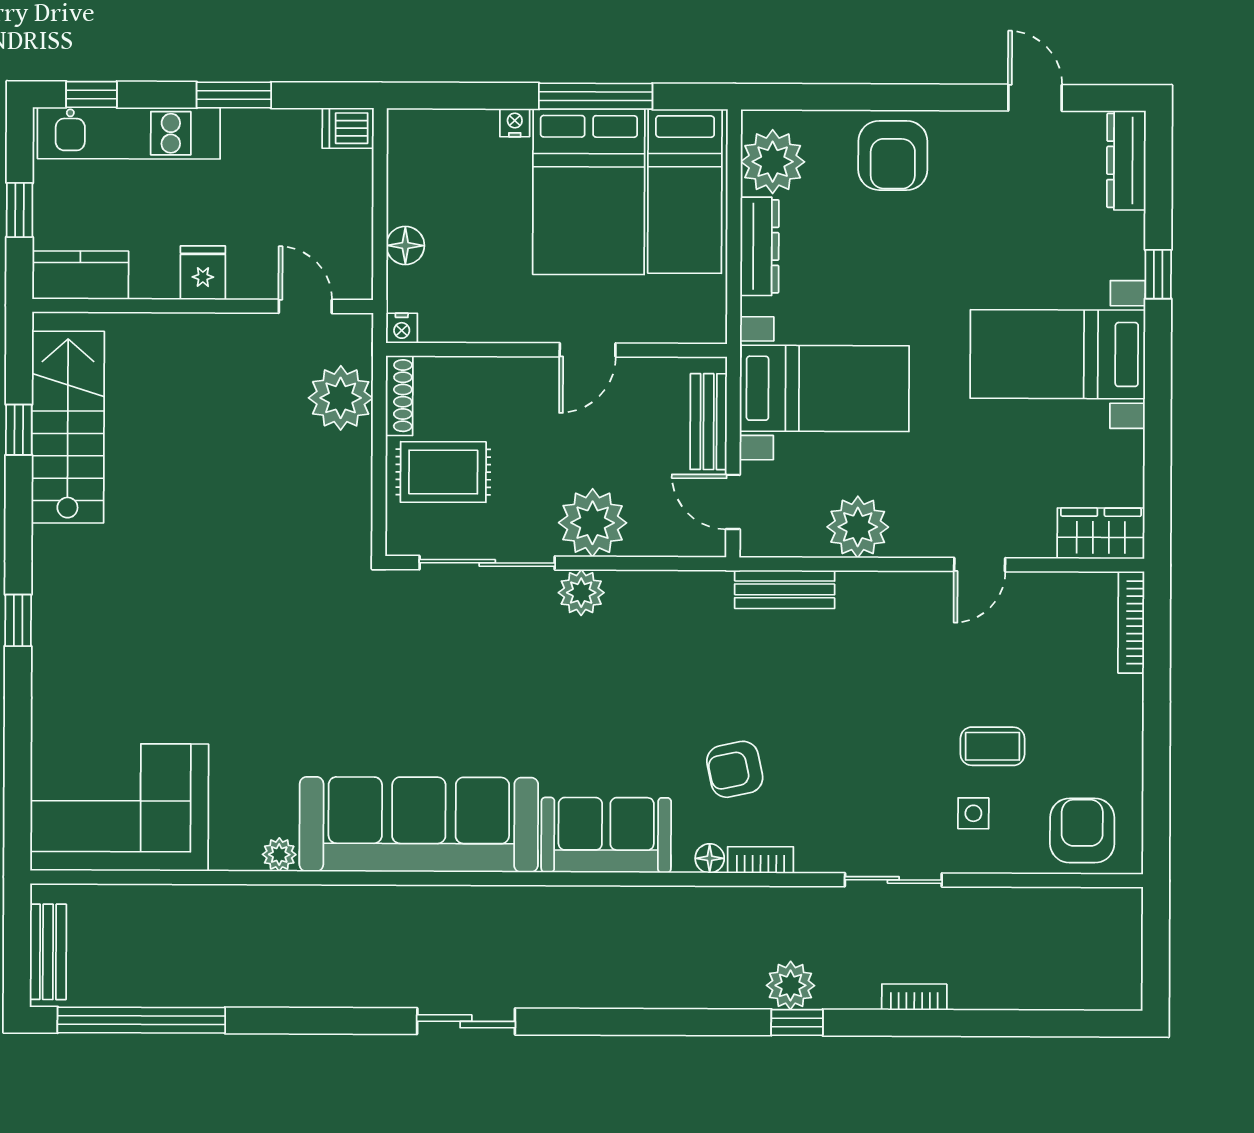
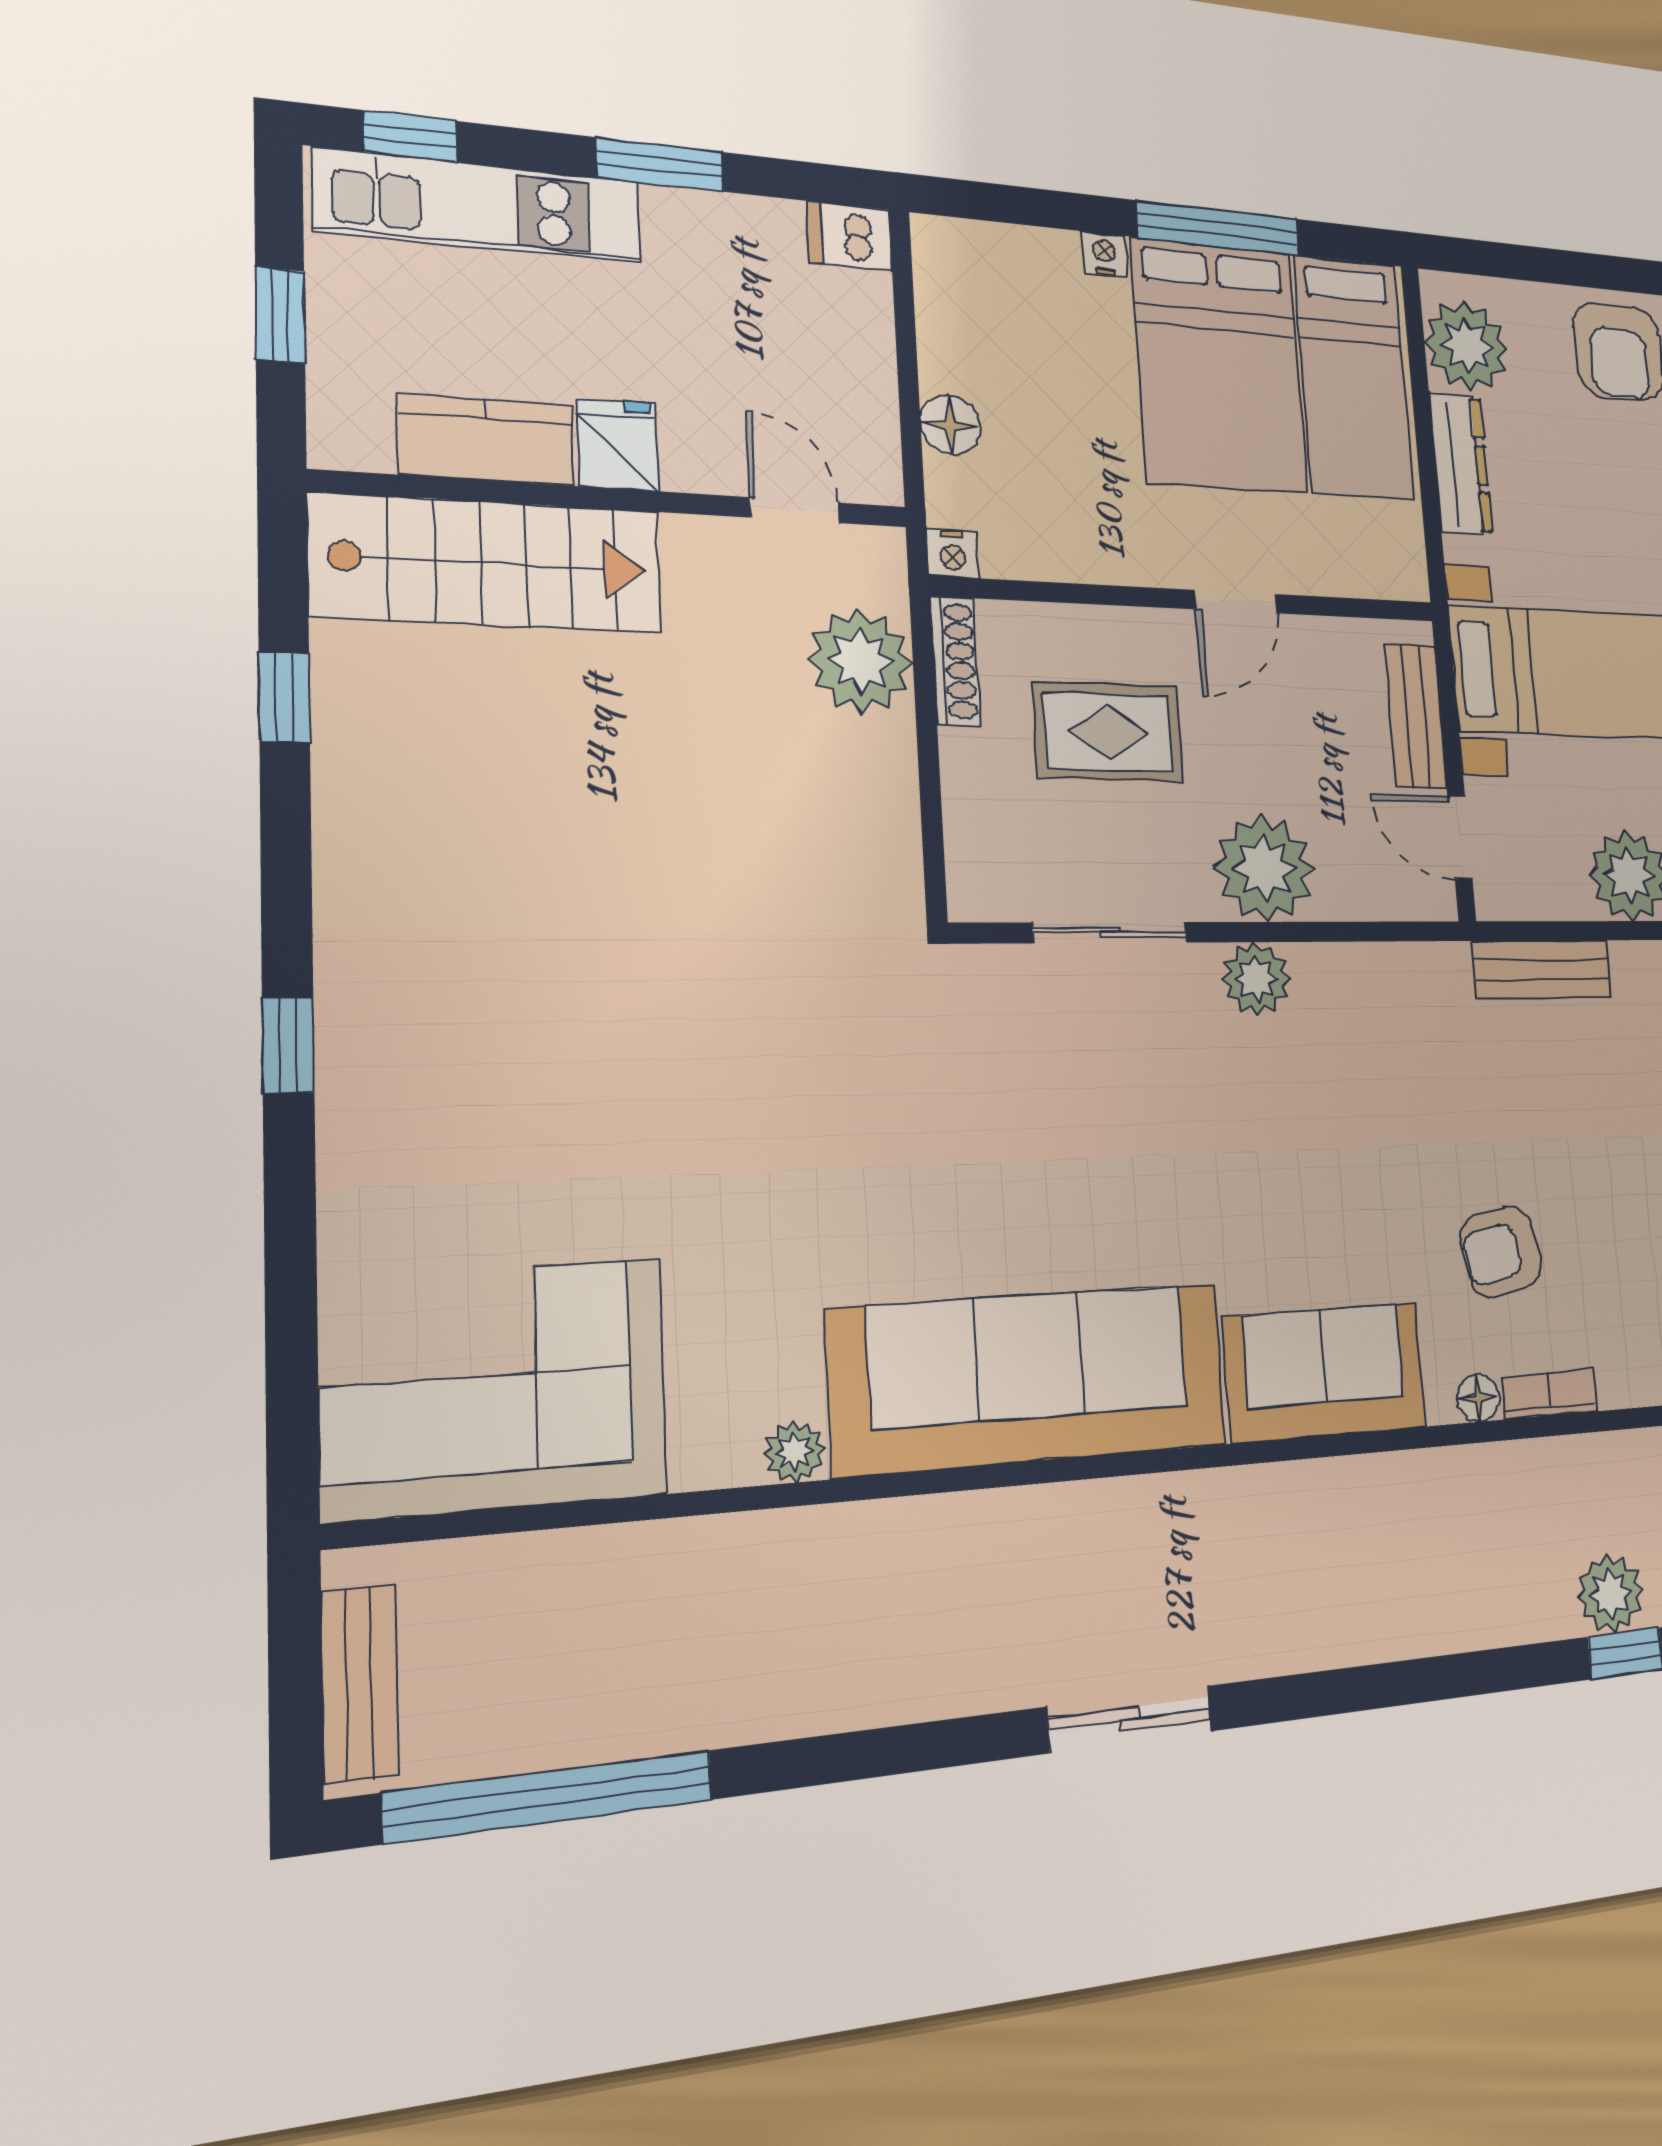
kitchen counter: (80, 275) -> (486, 440), moved
stairs: (68, 427) -> (488, 563), moved, turned 90
rug: (443, 472) -> (1108, 732), moved
sliding door: (487, 563) -> (1110, 933), width x0.73

